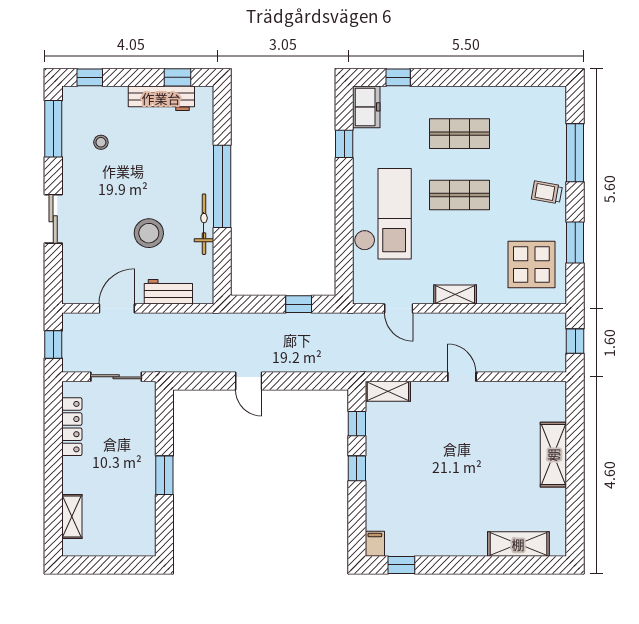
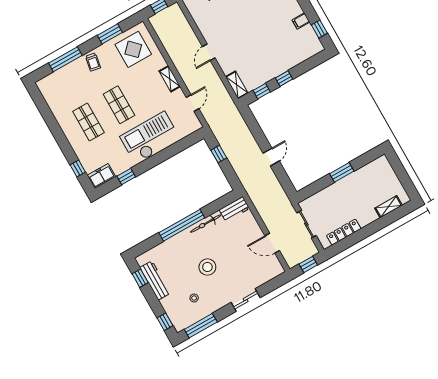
stool: (149, 233) -> (207, 267), moved
workbench: (168, 292) -> (234, 209), moved, turned -90
filing cabinet: (375, 544) -> (301, 21), moved

